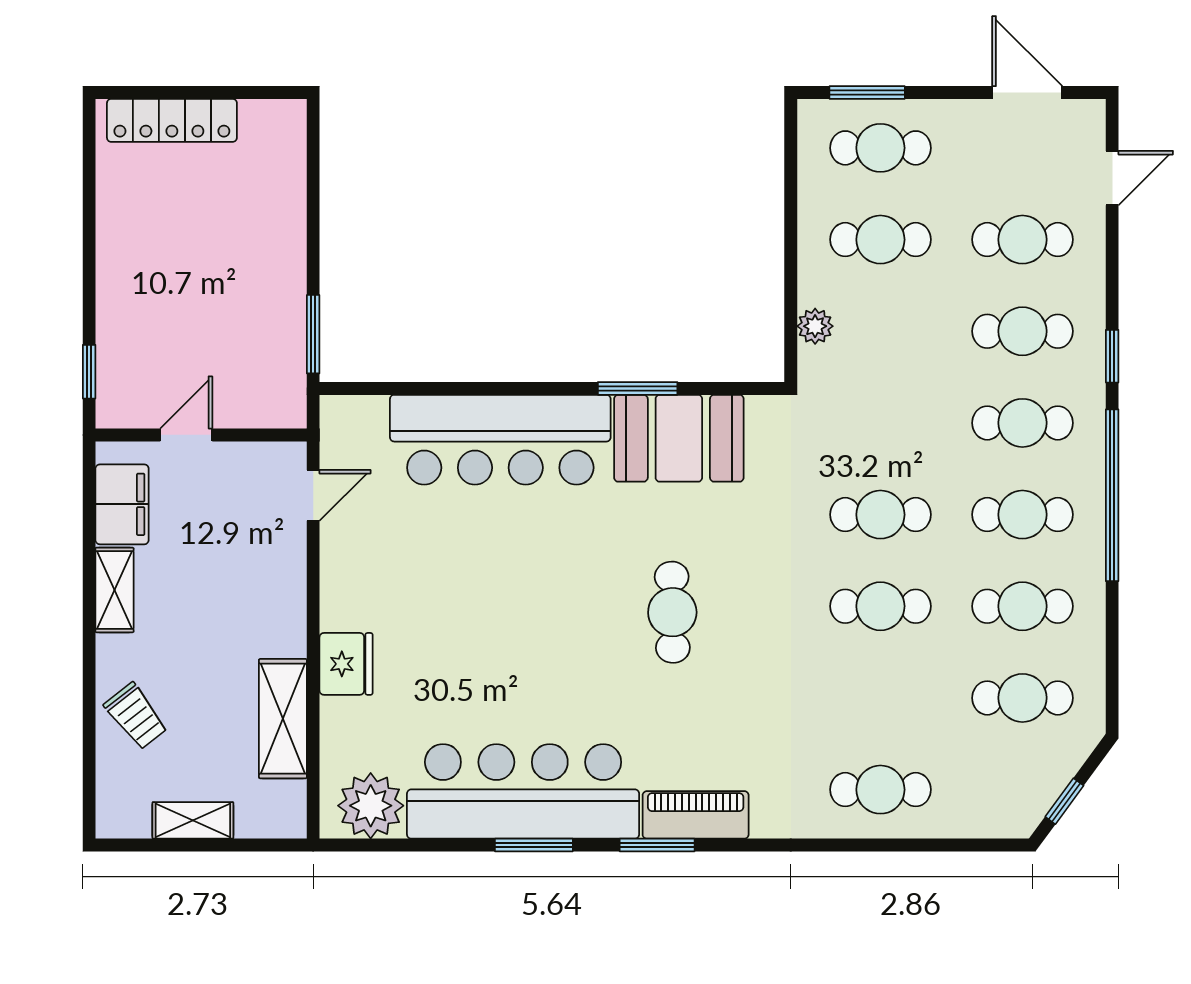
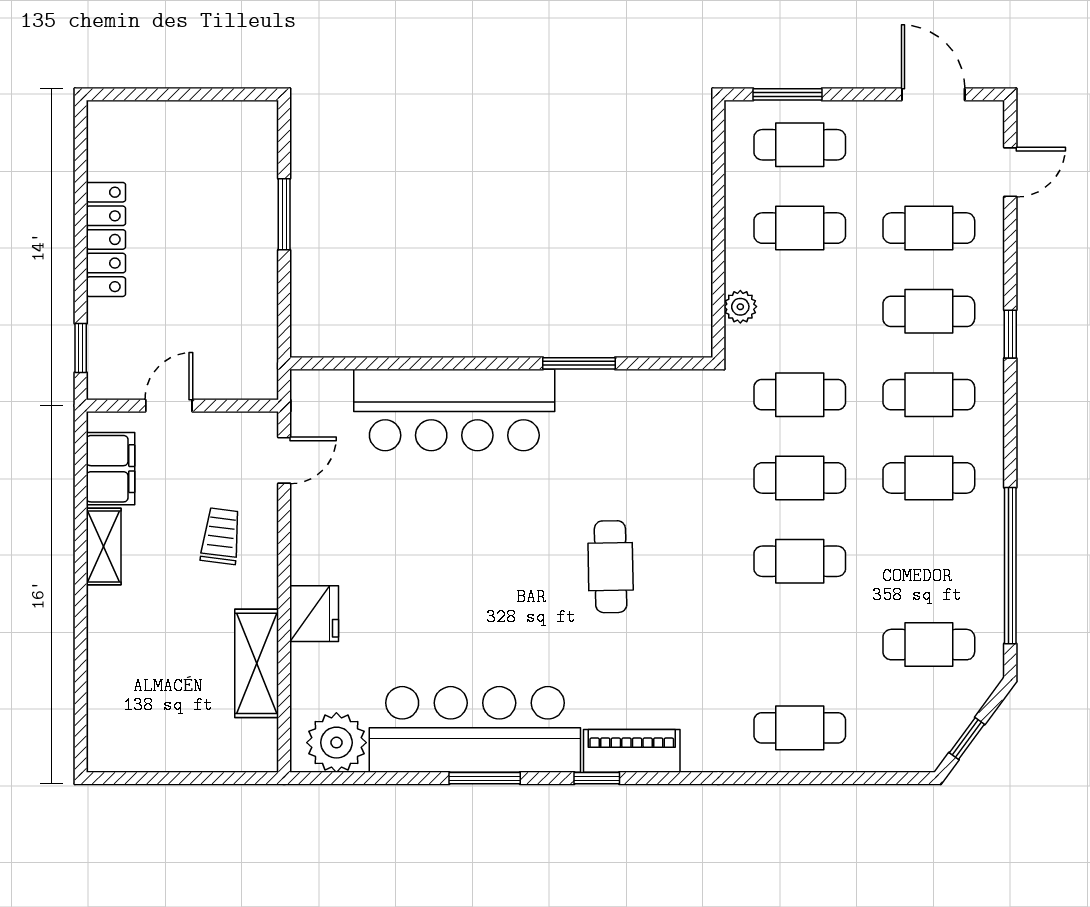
locker: (172, 120) -> (106, 239), moved, turned -90
window: (313, 334) -> (284, 214), moved
booth: (679, 438) -> (617, 409), removed
window: (1112, 495) -> (1010, 566), moved
cafe table: (1022, 606) -> (800, 395), moved
trolley: (136, 716) -> (221, 536), moved, turned -135
shelving: (193, 820) -> (175, 756), removed
window: (657, 845) -> (597, 778), width x0.67

